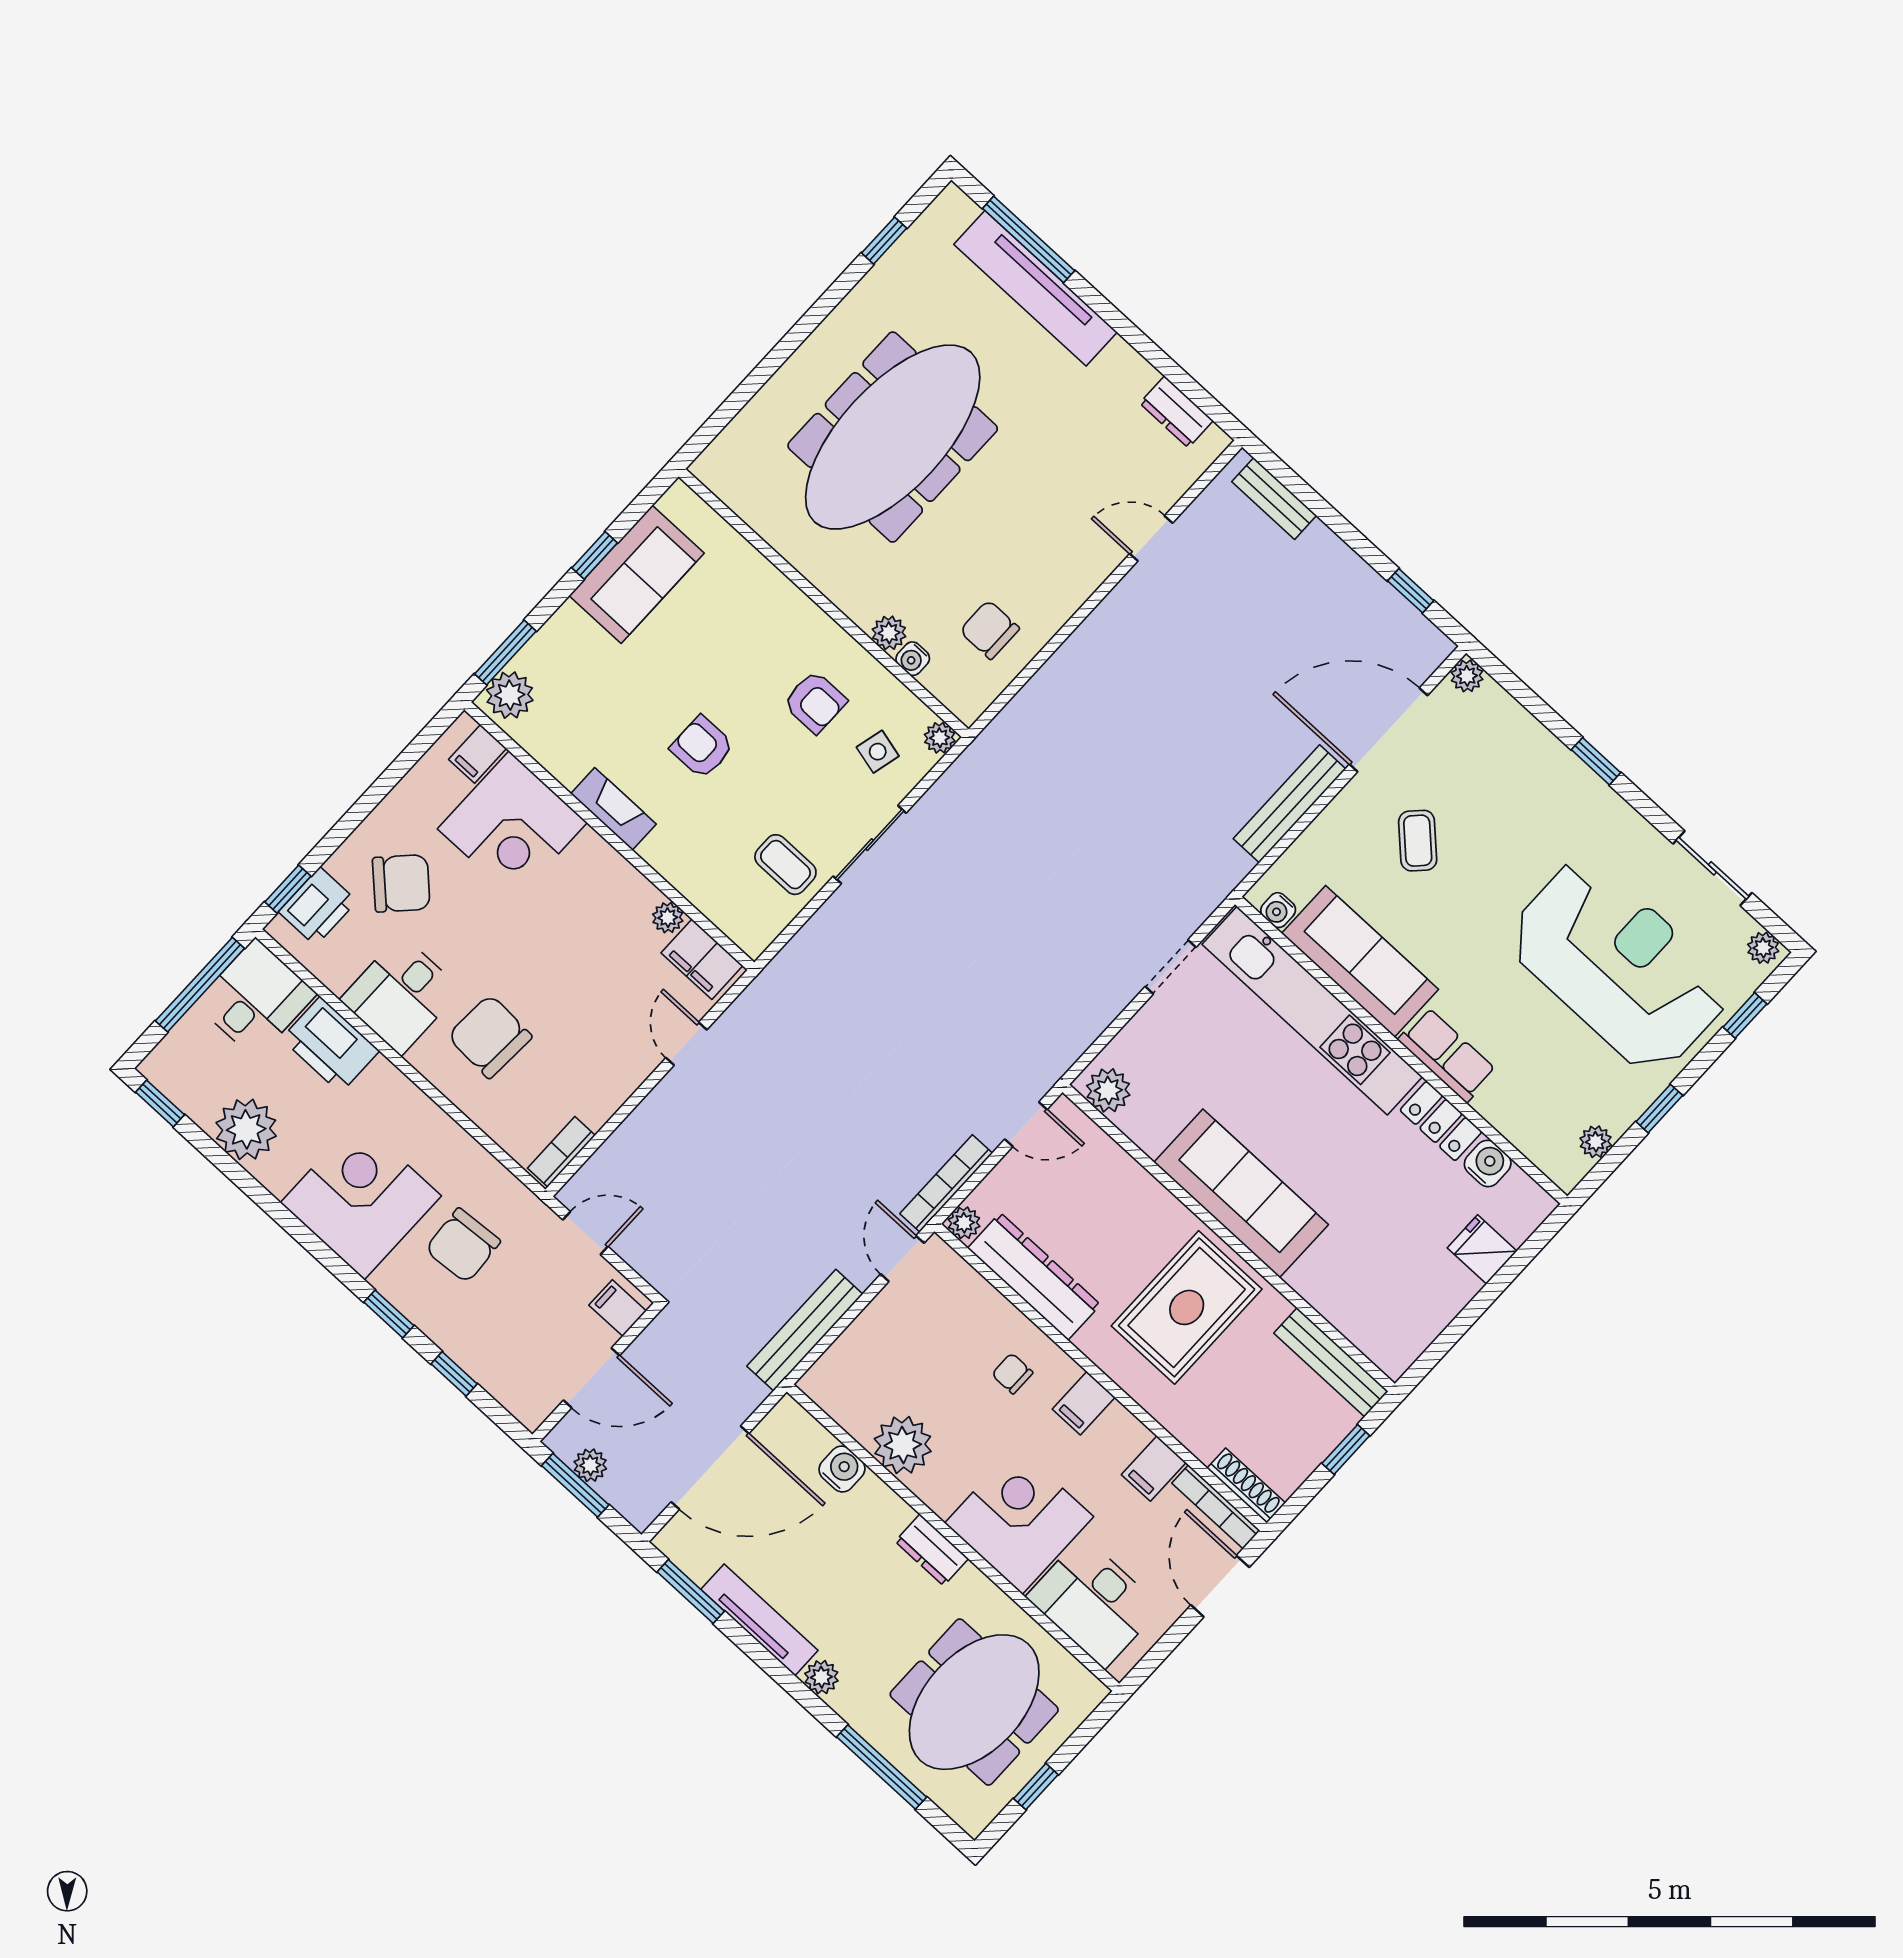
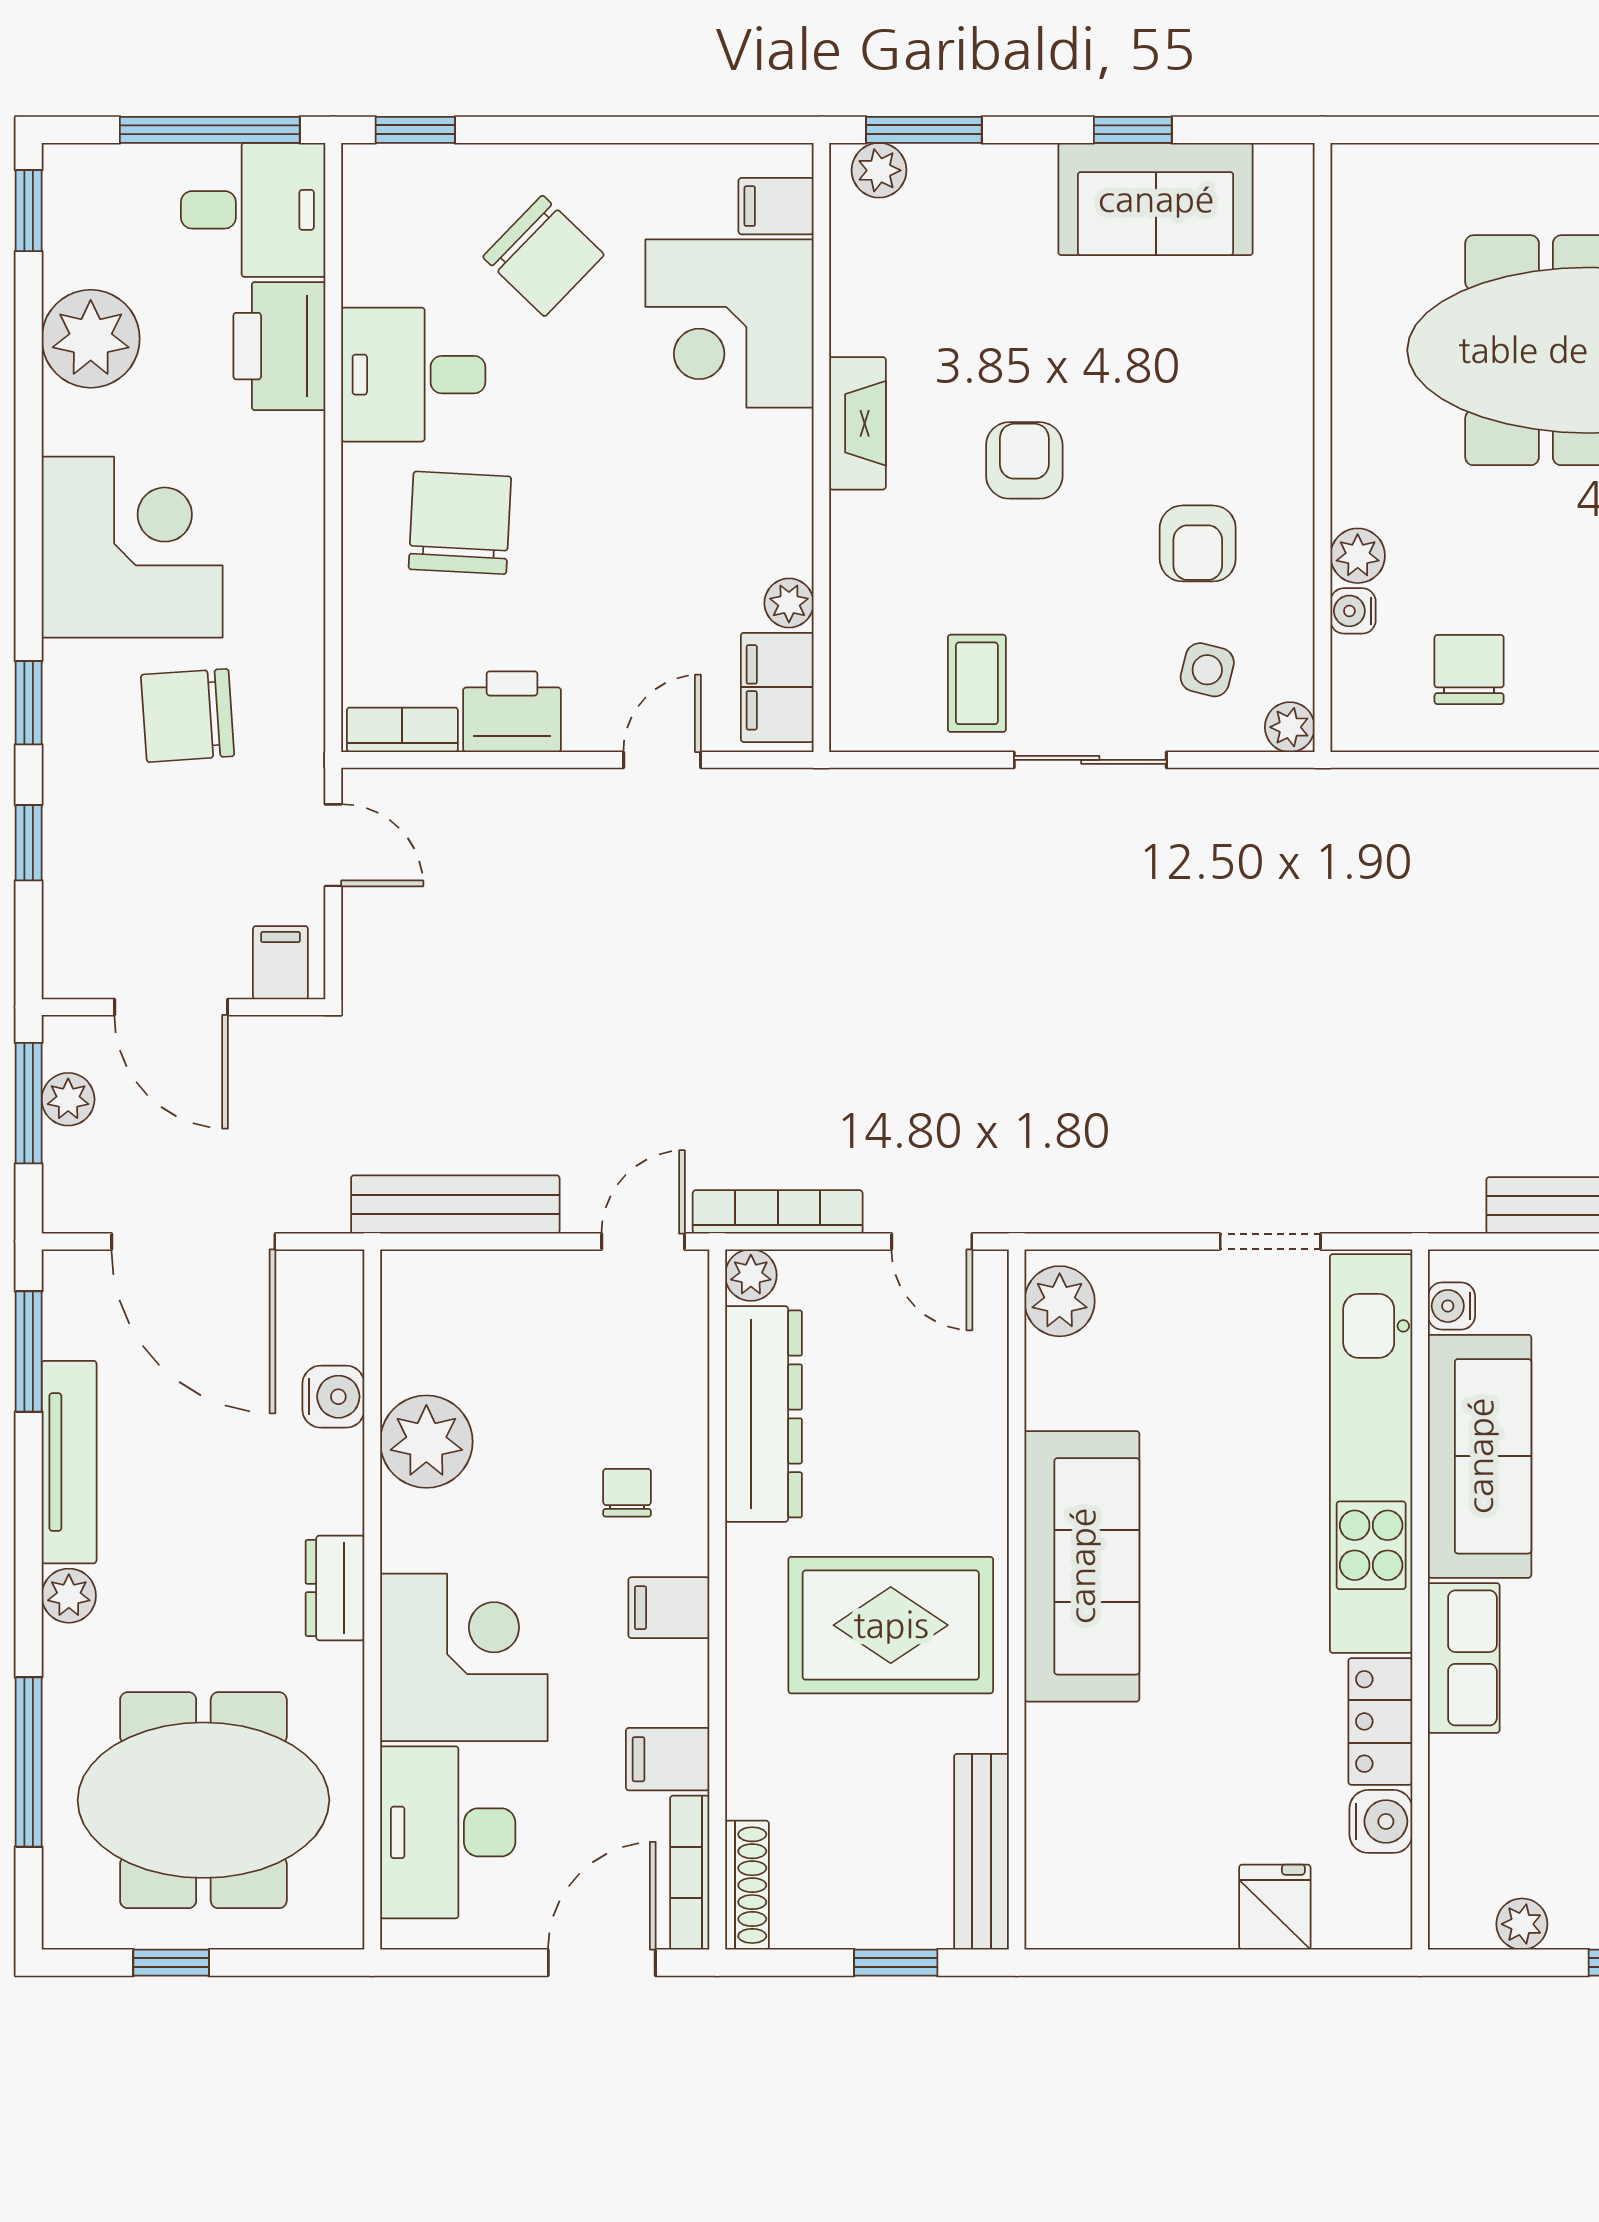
plant: (510, 695) -> (879, 170), width x0.73, depth x0.73
printer: (318, 906) -> (512, 712), moved, turned 180

